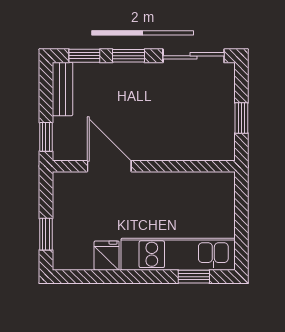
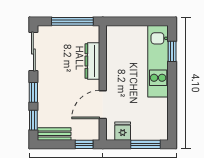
window: (241, 118) -> (72, 21), width x2.17
dresser: (178, 150) -> (92, 61), added
window: (46, 234) -> (145, 144), width x1.50
fridge: (107, 256) -> (123, 131), moved, turned 90

